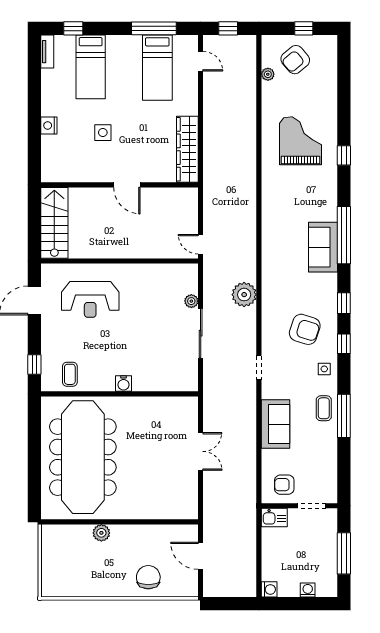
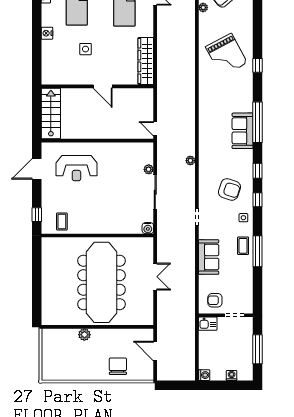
nightstand: (49, 125) -> (47, 33), moved
grand piano: (300, 141) -> (226, 55), turned 152
plant: (244, 295) -> (190, 161), width x0.53, depth x0.53
water cooler: (124, 384) -> (148, 228), moved
meeting table: (83, 457) -> (102, 282), moved

